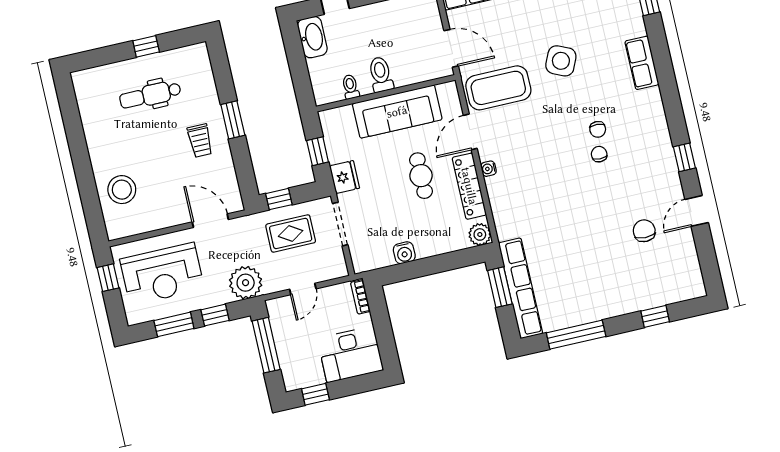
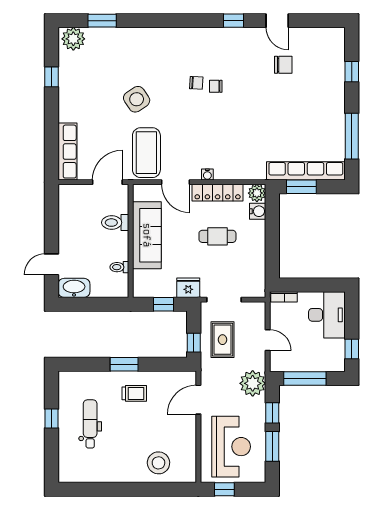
side table: (561, 61) -> (137, 99), turned 32
row of seats: (642, 63) -> (153, 37), removed
toilet: (381, 74) -> (115, 223), moved
dental chair: (150, 95) -> (90, 424), turned 180
cafe table: (421, 176) -> (217, 236), moved
chair: (644, 231) -> (283, 65), turned 180
water cooler: (404, 253) -> (258, 211), moved

